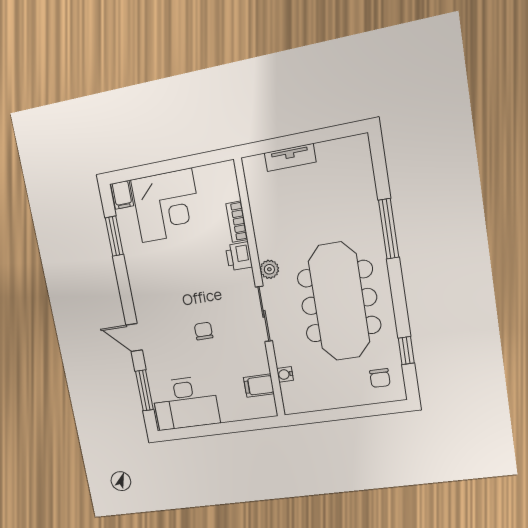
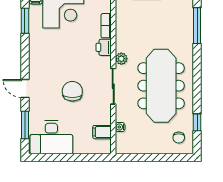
window: (389, 229) -> (197, 26), moved
chair: (204, 331) -> (72, 91), width x1.87, depth x1.87

